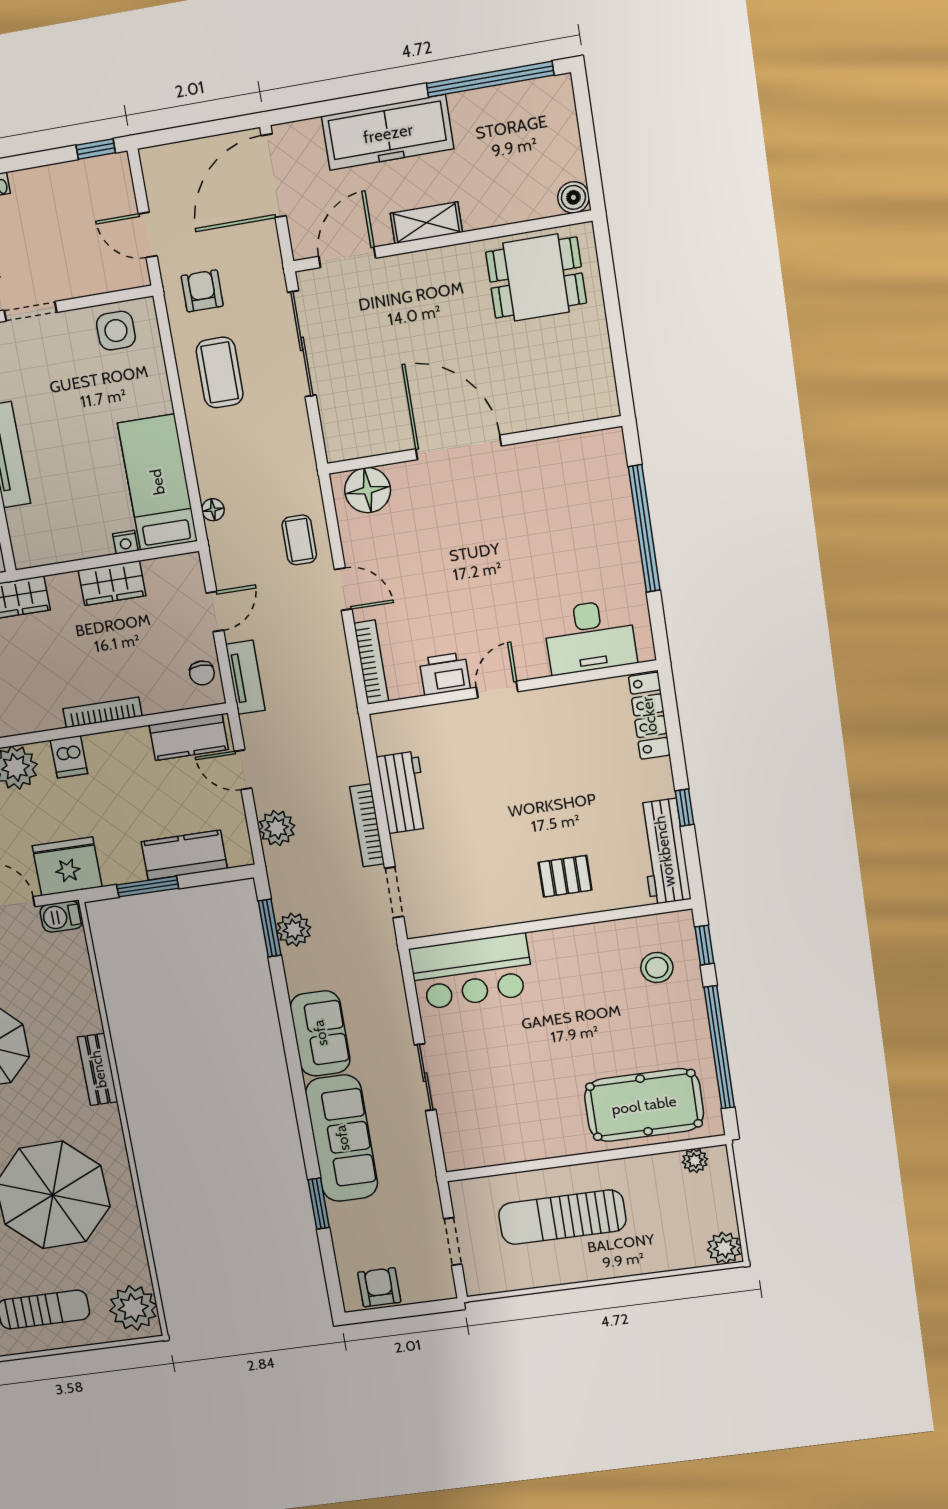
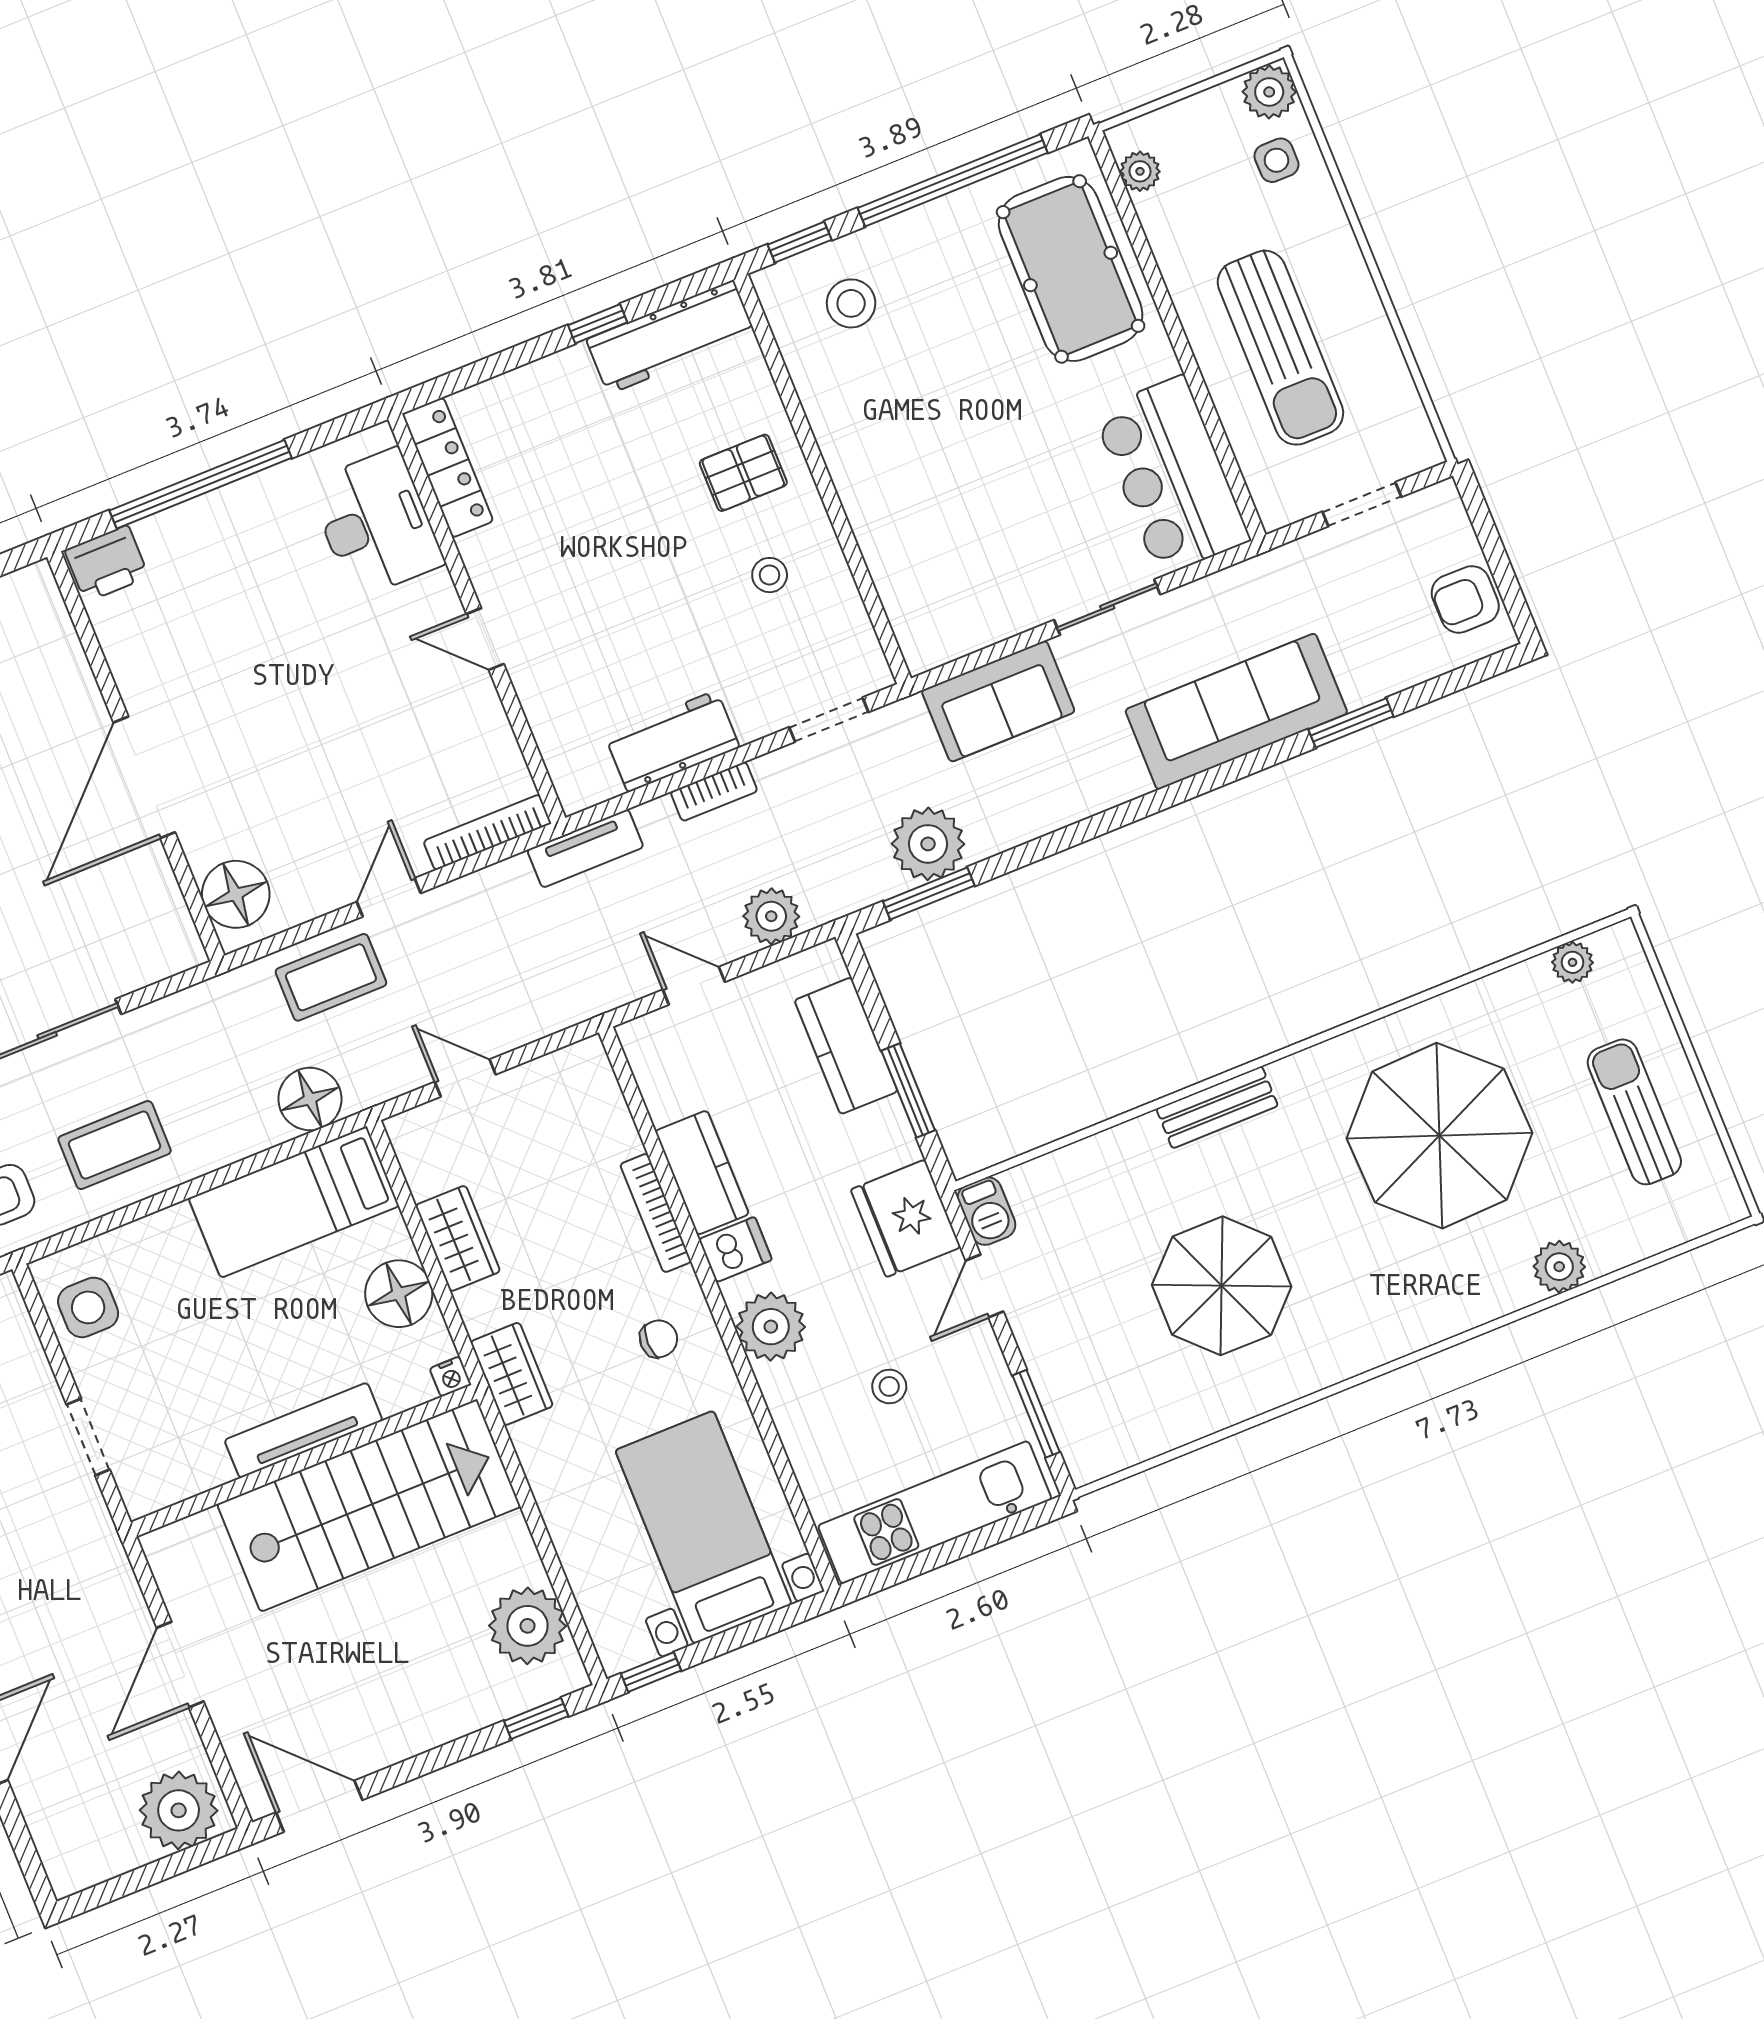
floor lamp: (213, 510) -> (310, 1099), width x1.89, depth x1.89
floor lamp: (84, 537) -> (399, 1294), added
coffee table: (299, 540) -> (331, 977), width x1.36, depth x1.30
nightstand: (125, 542) -> (450, 1377), moved, turned 90
chair: (202, 673) -> (659, 1339), moved
printer: (445, 674) -> (107, 564), moved, turned -90
tv unit: (245, 677) -> (585, 848), moved, turned 180
locker: (649, 716) -> (448, 467), moved, turned -90
kitchen counter: (189, 737) -> (702, 1173), moved
door: (243, 770) -> (694, 986), swing flipped
bookcase: (367, 825) -> (714, 792), width x0.64
pallet: (565, 876) -> (743, 473), turned 90
stool: (495, 877) -> (770, 575), added
plant: (294, 930) -> (928, 844), width x1.36, depth x1.36
bar counter: (472, 971) -> (1172, 476), moved, turned 180
sofa: (320, 1033) -> (998, 701), moved, turned 180
side table: (680, 1242) -> (1276, 160), added
plant: (133, 1308) -> (1572, 962), width x0.53, depth x0.53

